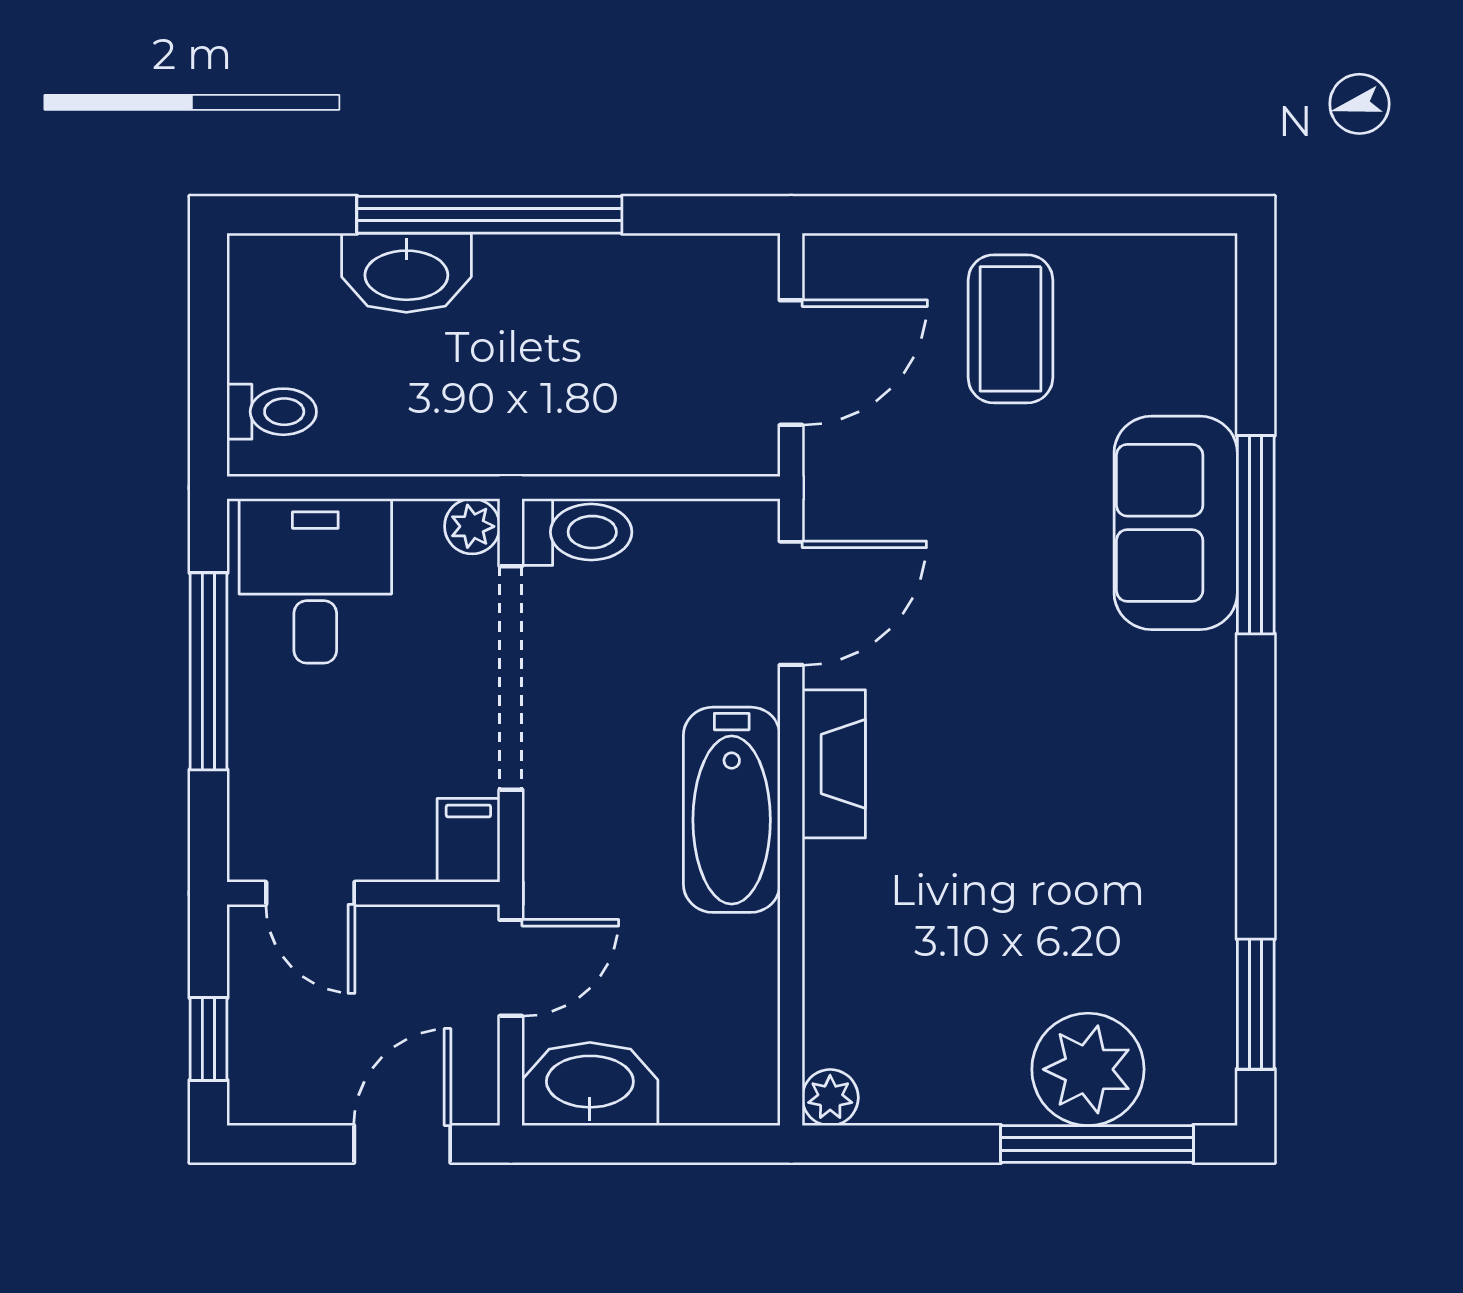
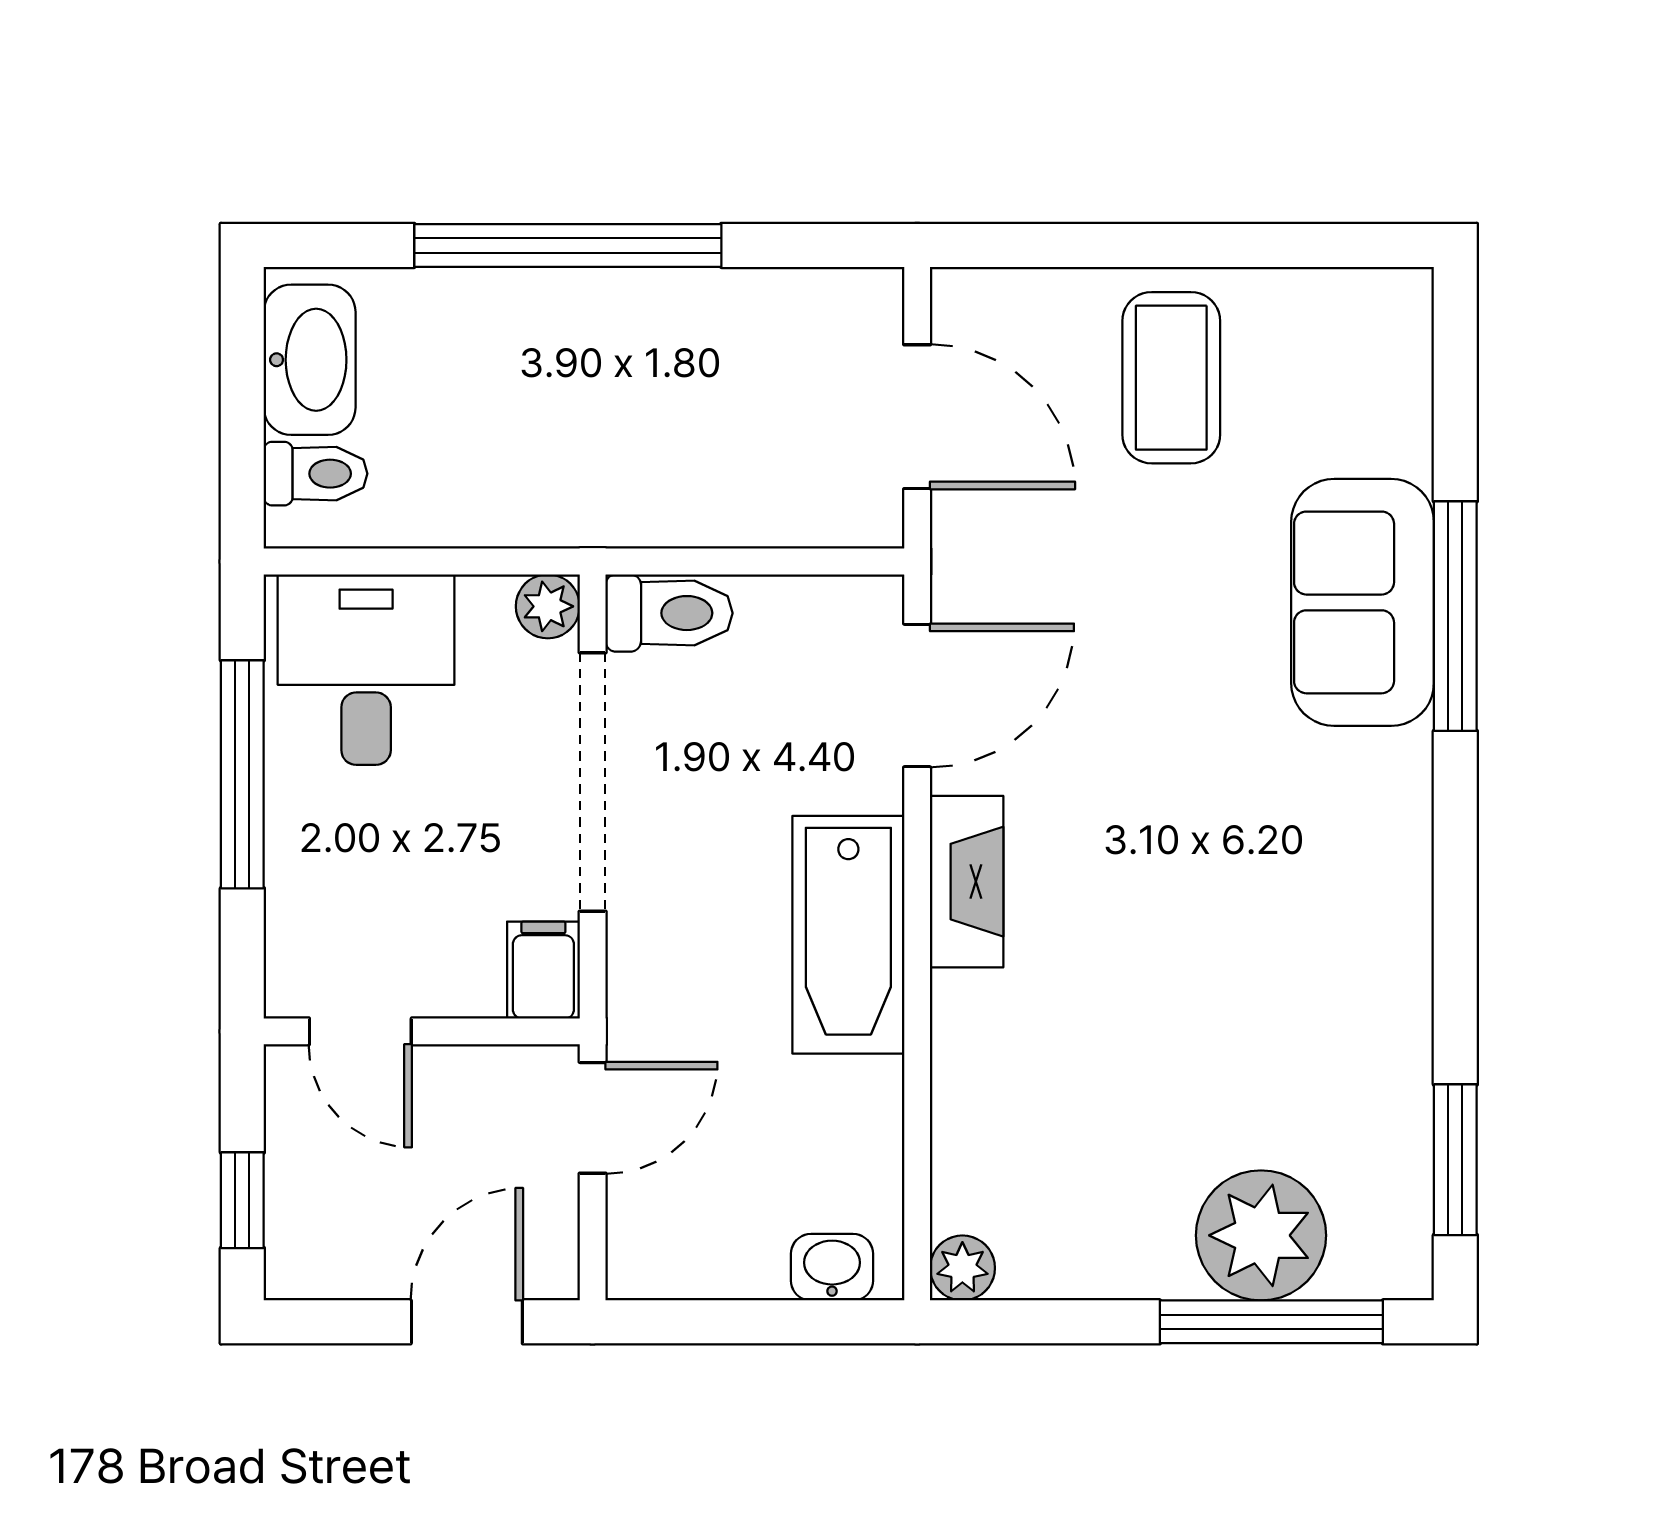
washbasin: (406, 273) -> (310, 360), moved, turned -90
door: (791, 363) -> (917, 417), hinge flipped
washbasin: (590, 1084) -> (832, 1267), moved, width x0.52, depth x0.69

